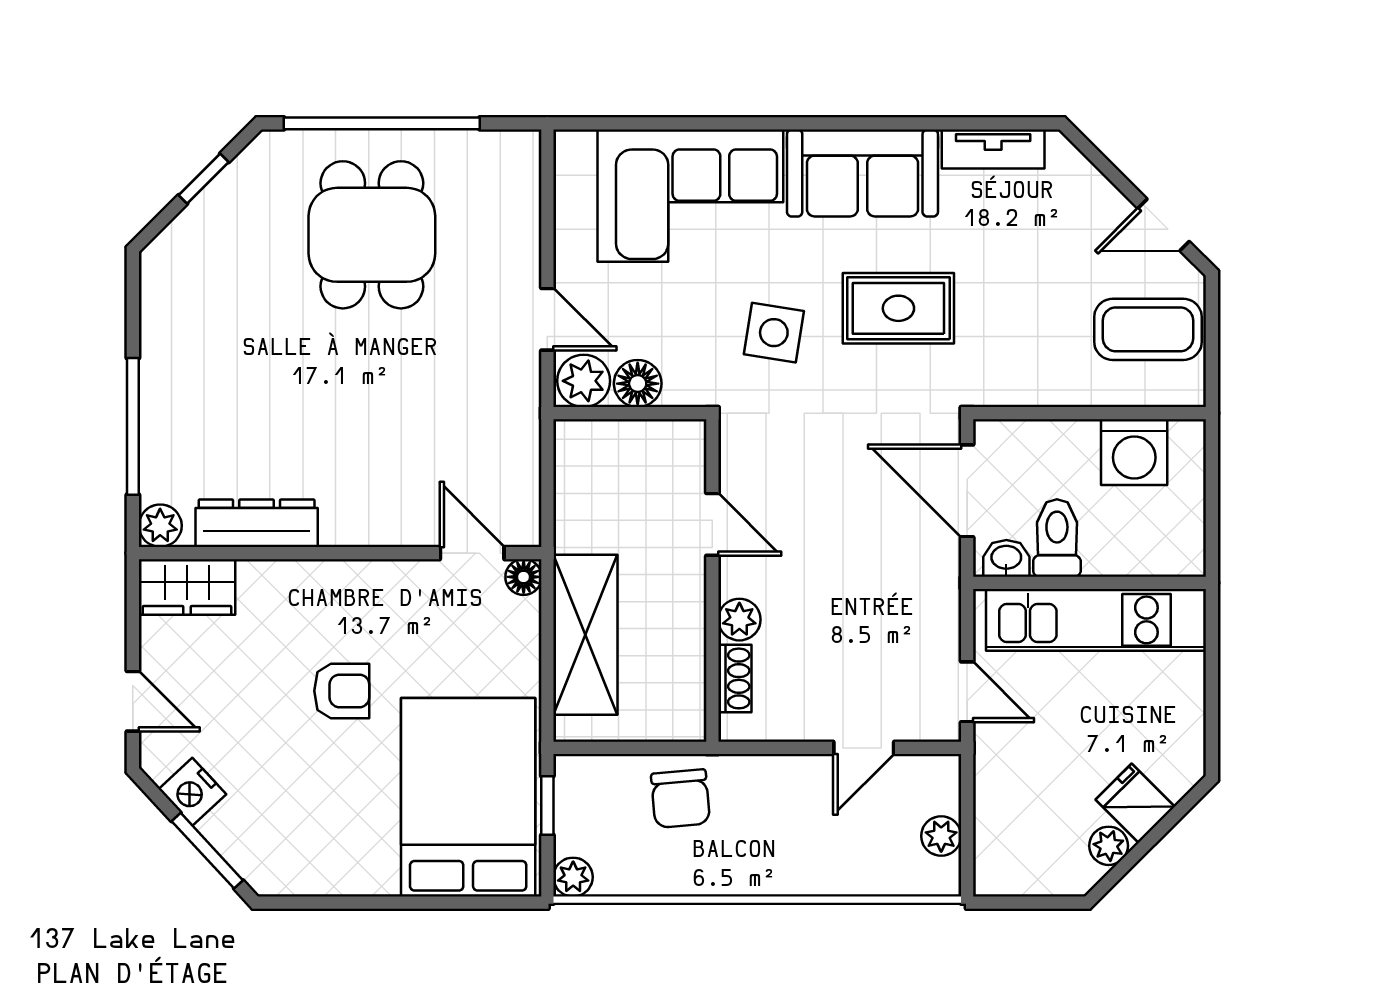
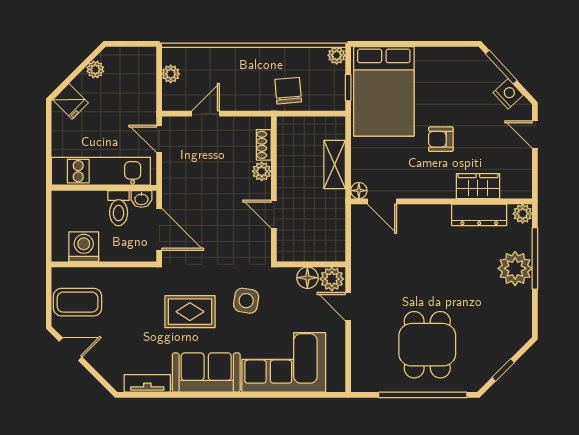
plant: (177, 404) -> (515, 268), added
wardrobe: (187, 587) -> (478, 186), moved
shelving: (585, 635) -> (335, 165), width x0.67, depth x0.75
fridge: (1135, 803) -> (71, 101), moved

